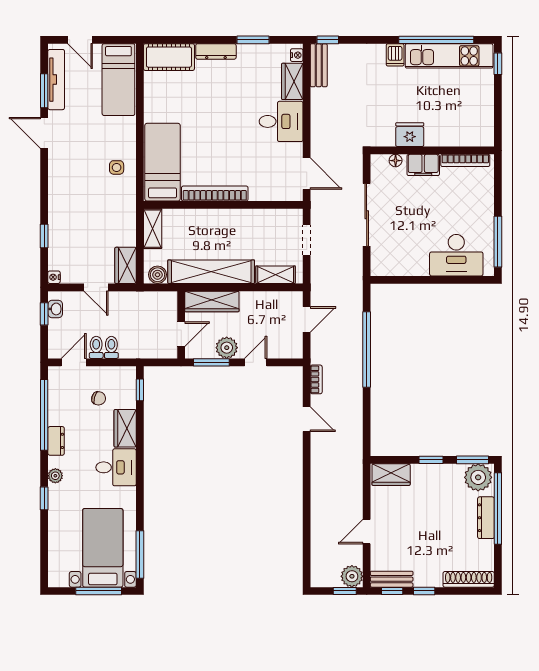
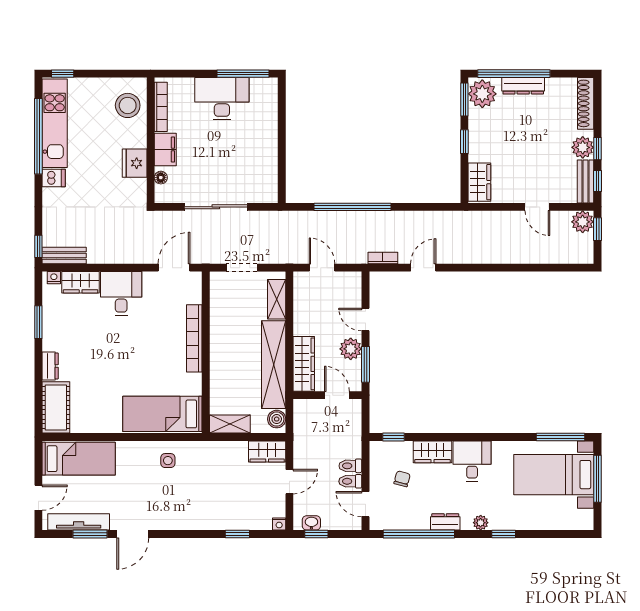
dresser: (216, 51) -> (50, 366), width x0.70
stool: (467, 128) -> (128, 105), added
bookcase: (215, 194) -> (194, 338), moved
desk: (456, 255) -> (222, 99), moved, turned -90
plant: (425, 576) -> (583, 147), added

